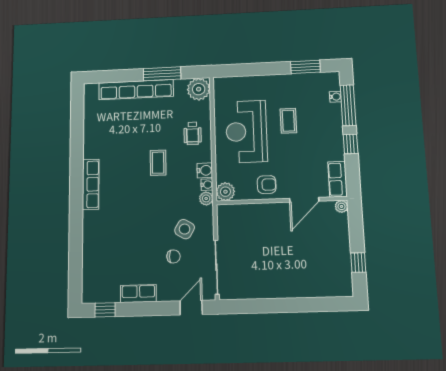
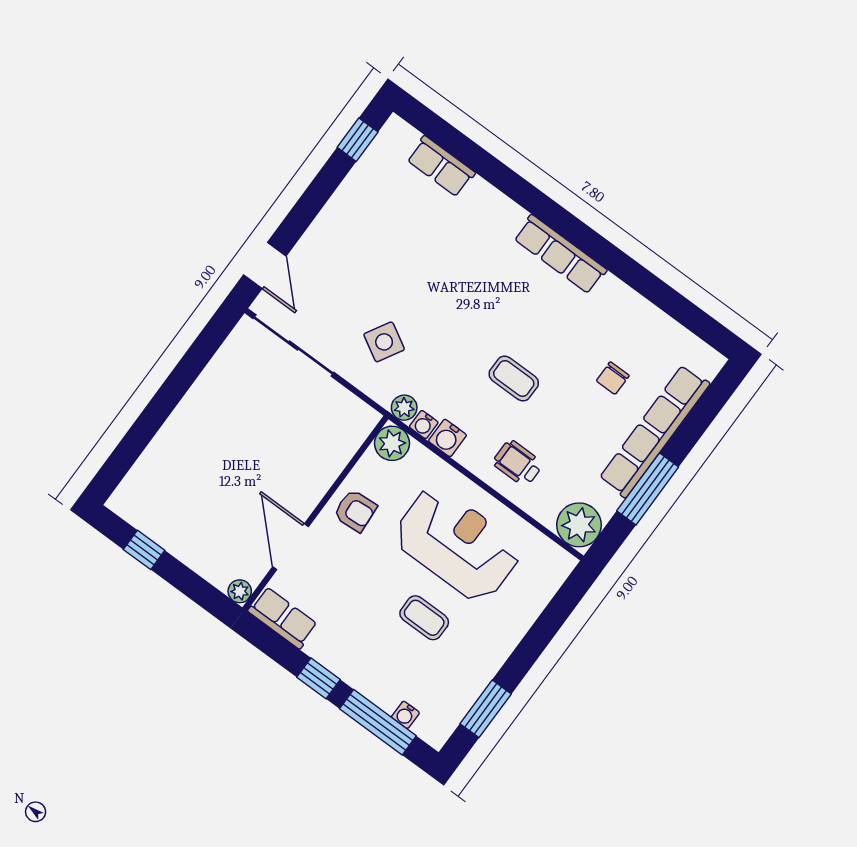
armchair: (267, 185) -> (355, 511), turned -94
chair: (173, 256) -> (613, 378), moved
row of seats: (138, 294) -> (441, 166), moved, turned 90

